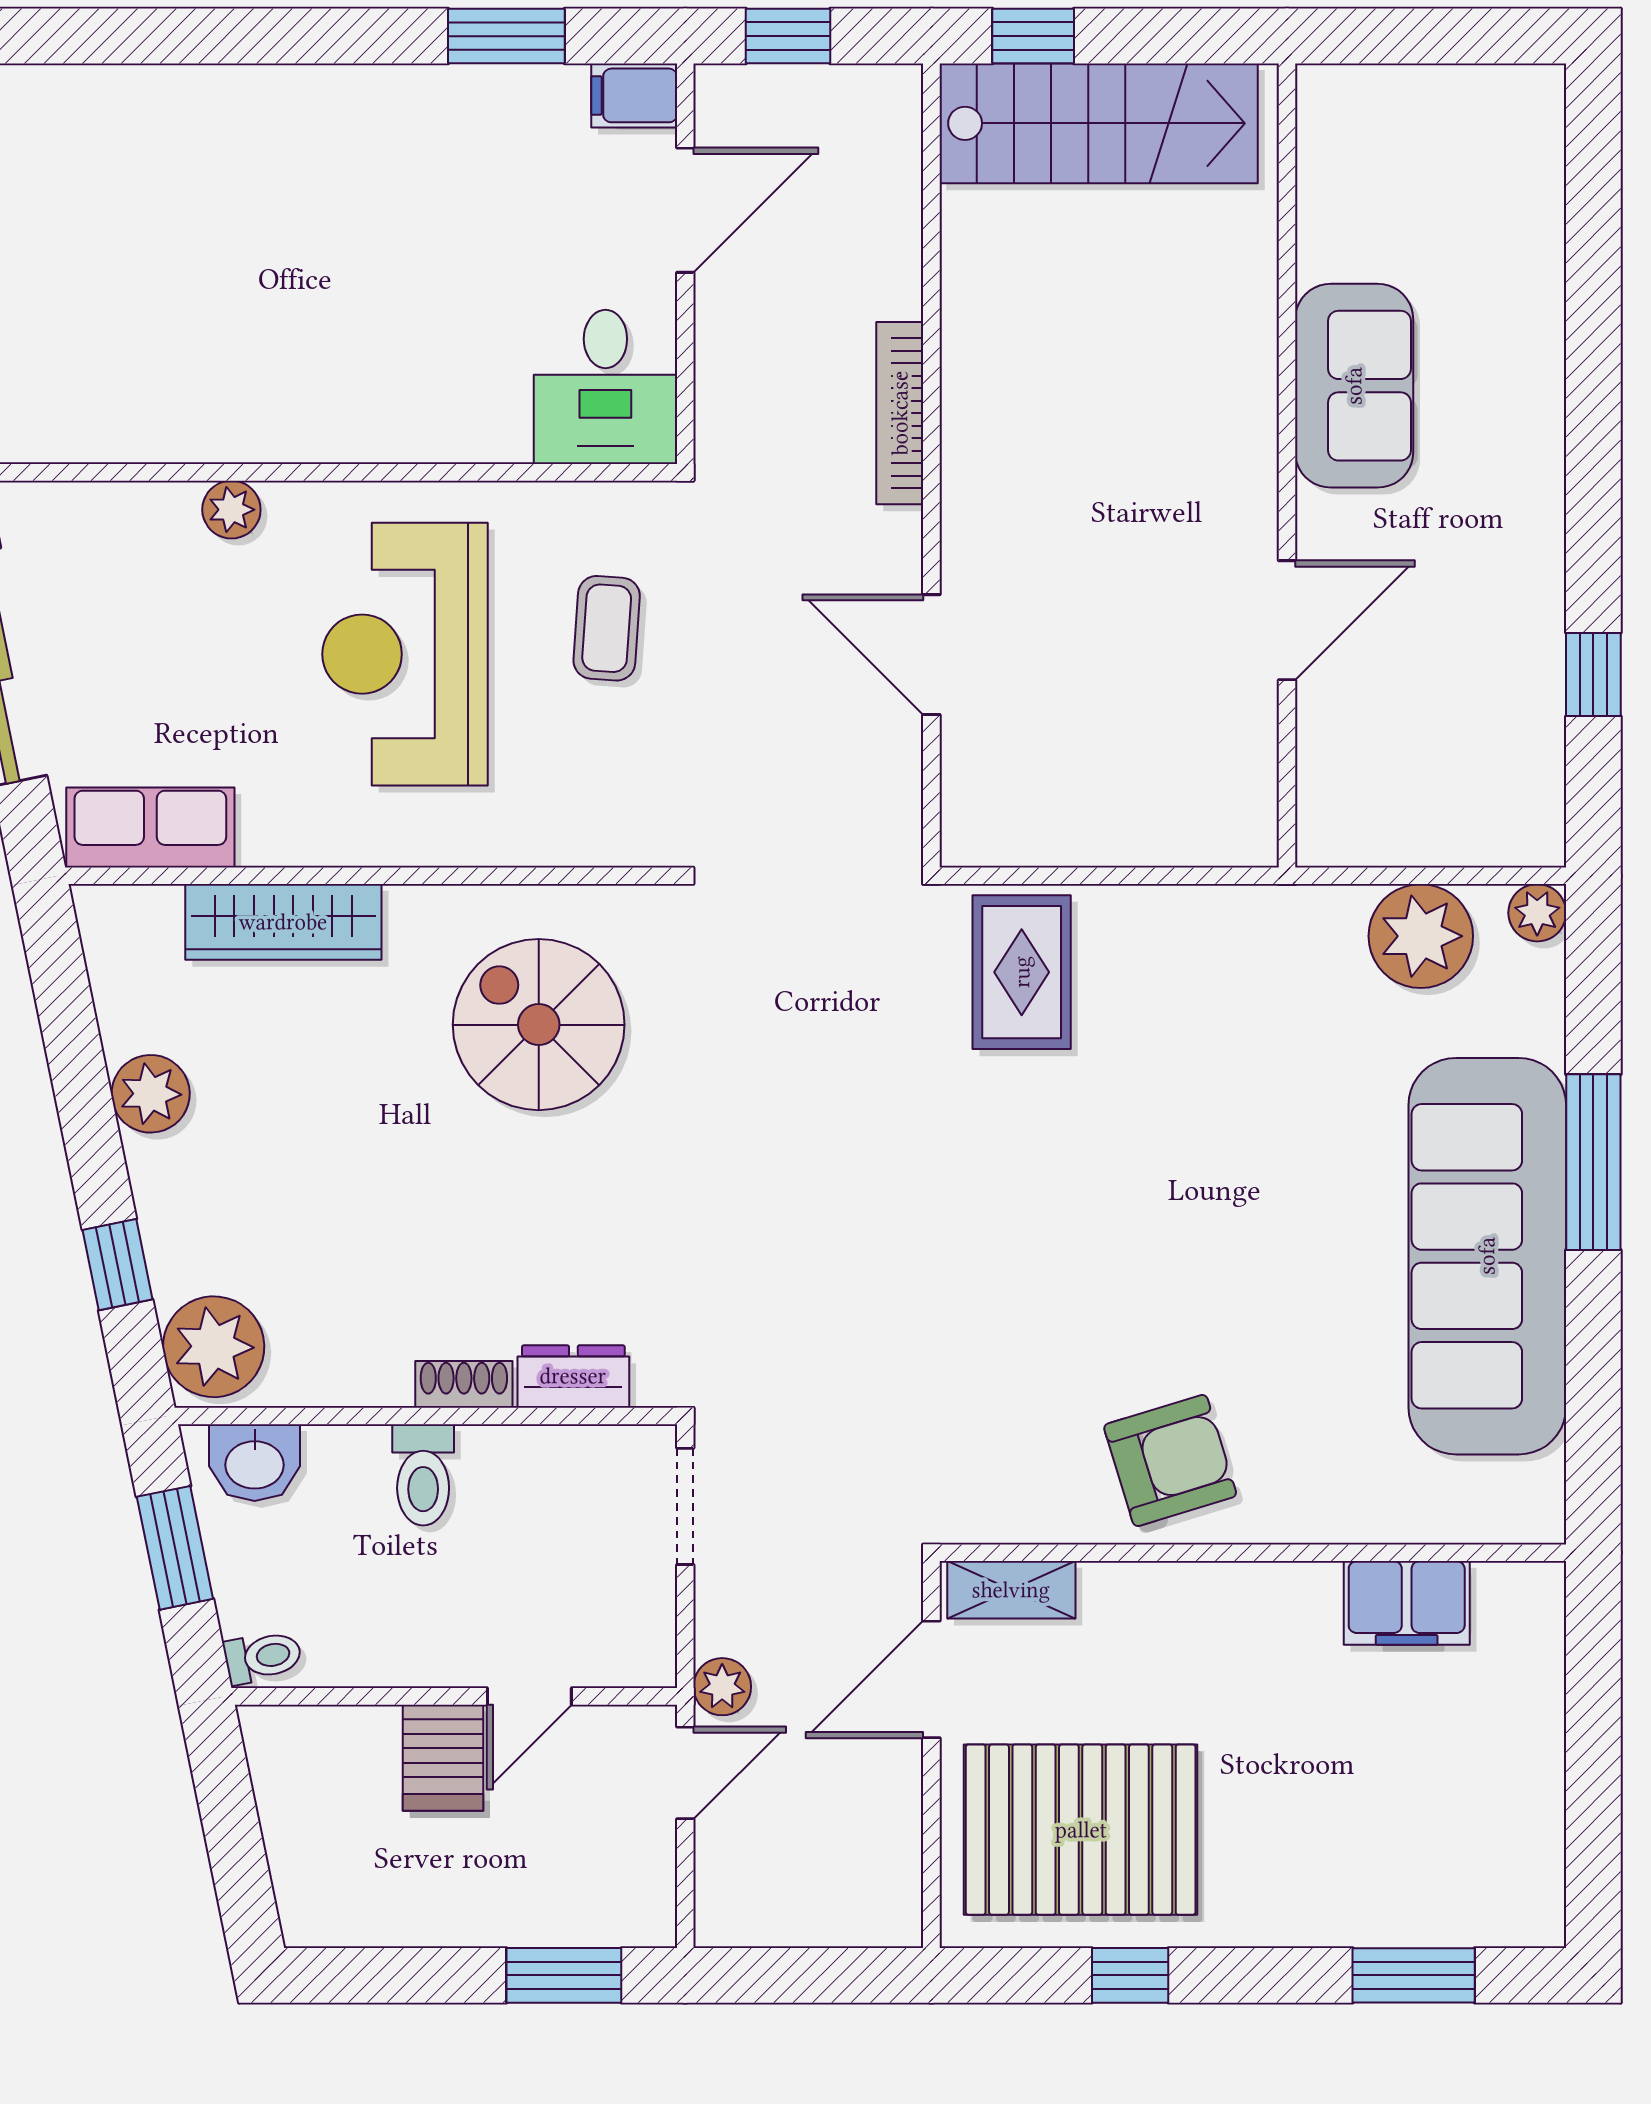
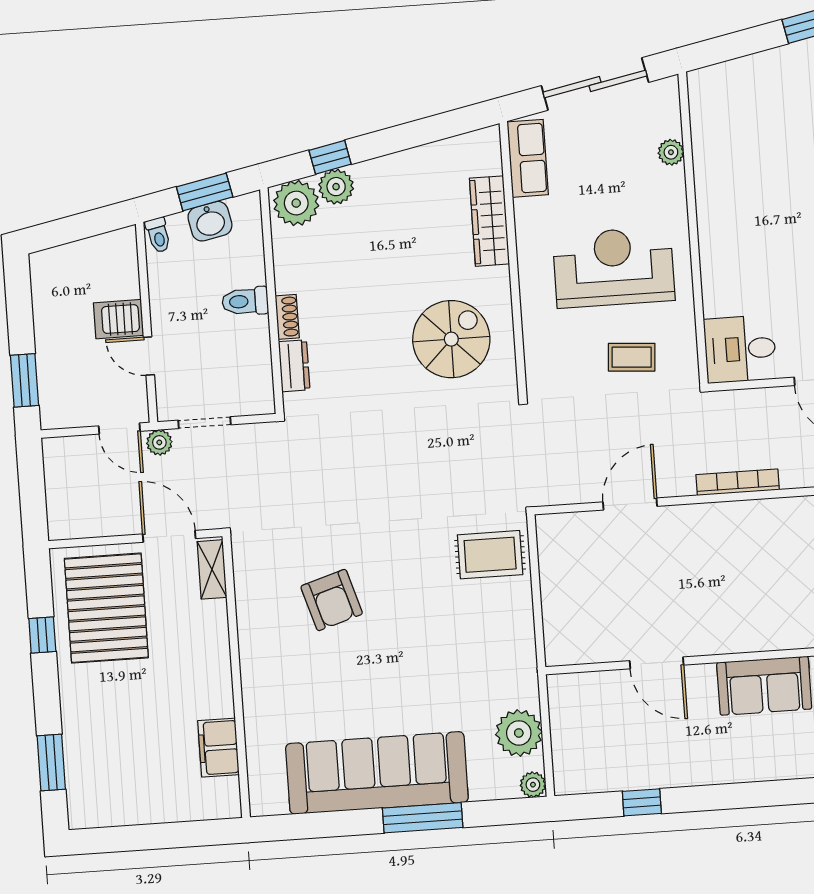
plant: (231, 510) -> (671, 152), moved
plant: (151, 1094) -> (336, 187), moved
armchair: (1170, 1460) -> (332, 600), moved
washbasin: (255, 1463) -> (210, 221), moved, turned -101
doorway: (685, 1506) -> (205, 423), moved

